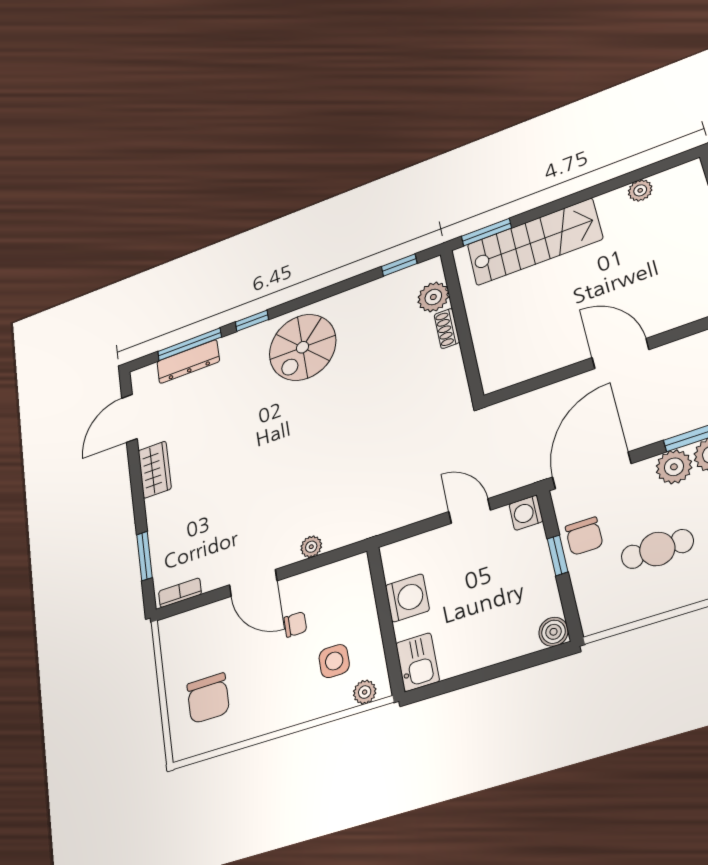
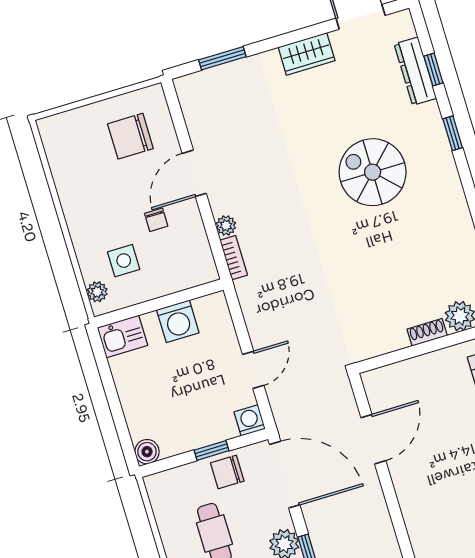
window: (189, 344) -> (433, 70), width x0.46
spiral stairs: (303, 347) -> (373, 172), moved
door: (620, 354) -> (373, 439), moved
bookcase: (180, 593) -> (234, 258), moved
chair: (208, 698) -> (130, 136), moved

